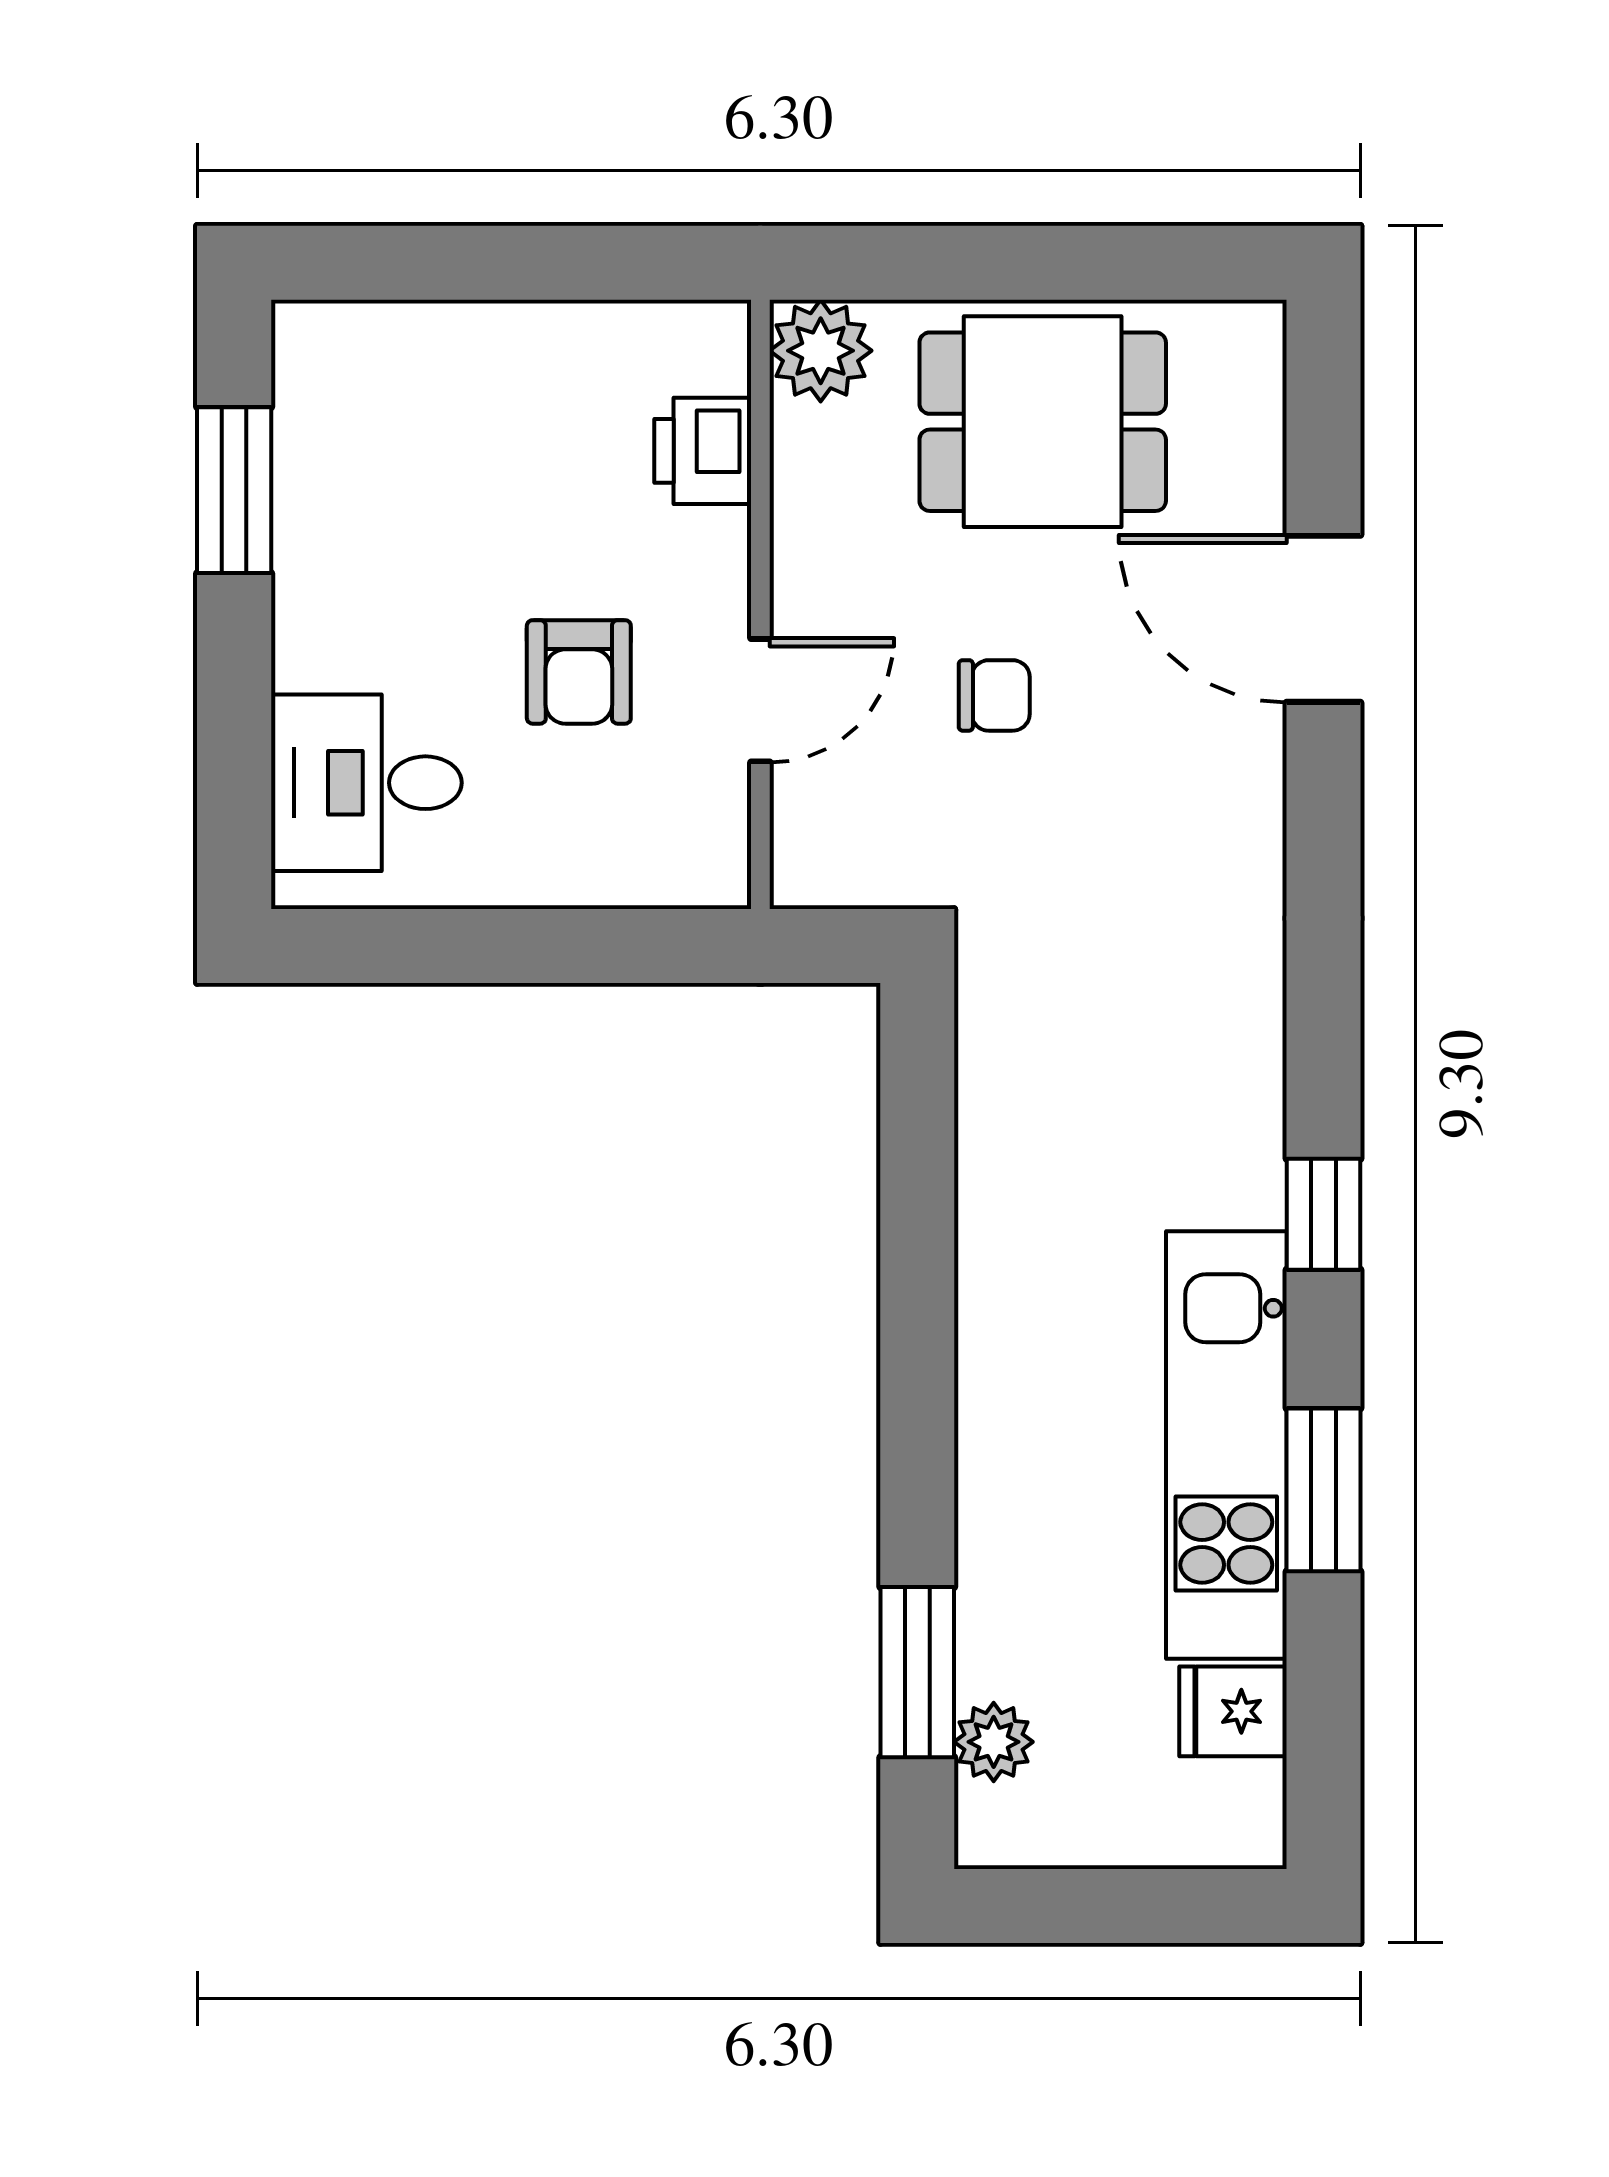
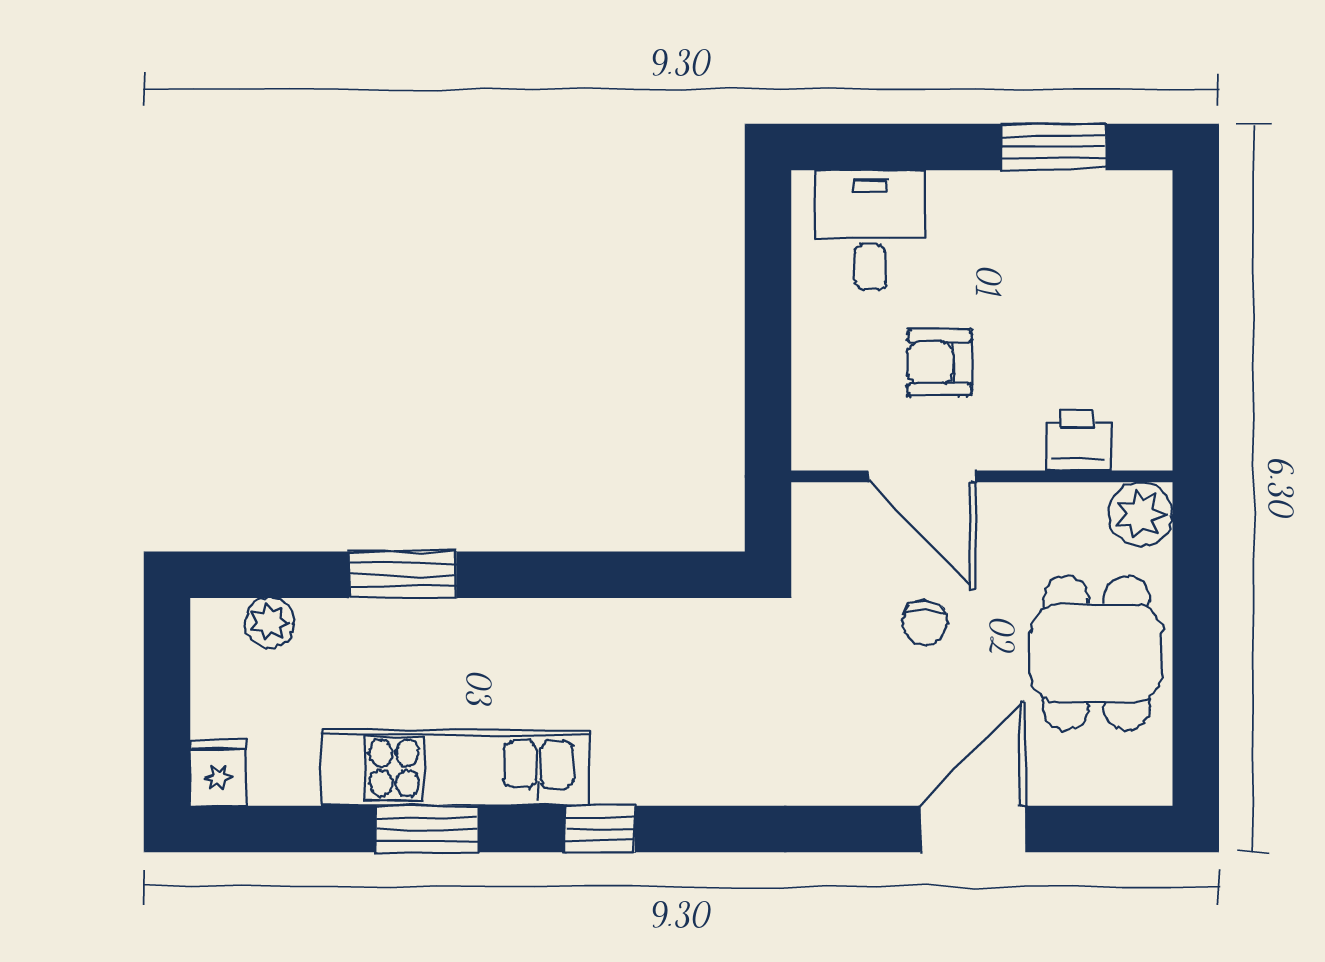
door: (760, 700) -> (922, 476), width x1.38
window: (917, 1672) -> (403, 575), moved
fridge: (1233, 1711) -> (218, 772), moved

